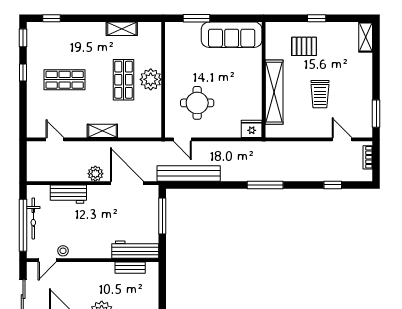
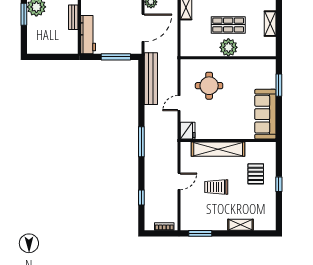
shelving: (366, 37) -> (240, 225), moved
door: (182, 139) -> (179, 103), moved
door: (342, 139) -> (179, 181), moved
bench: (130, 268) -> (73, 17), moved

